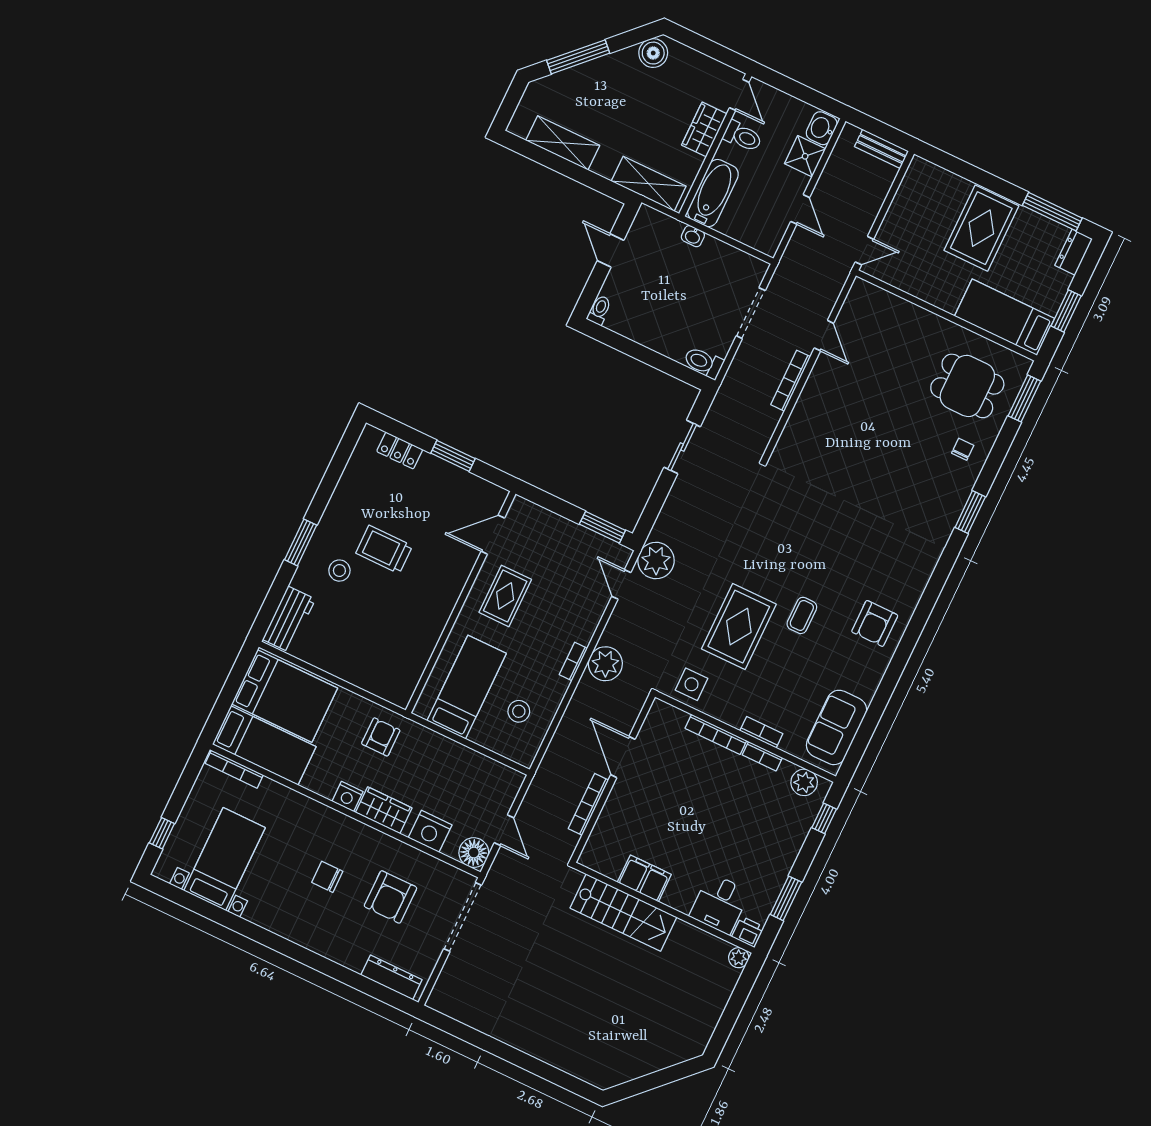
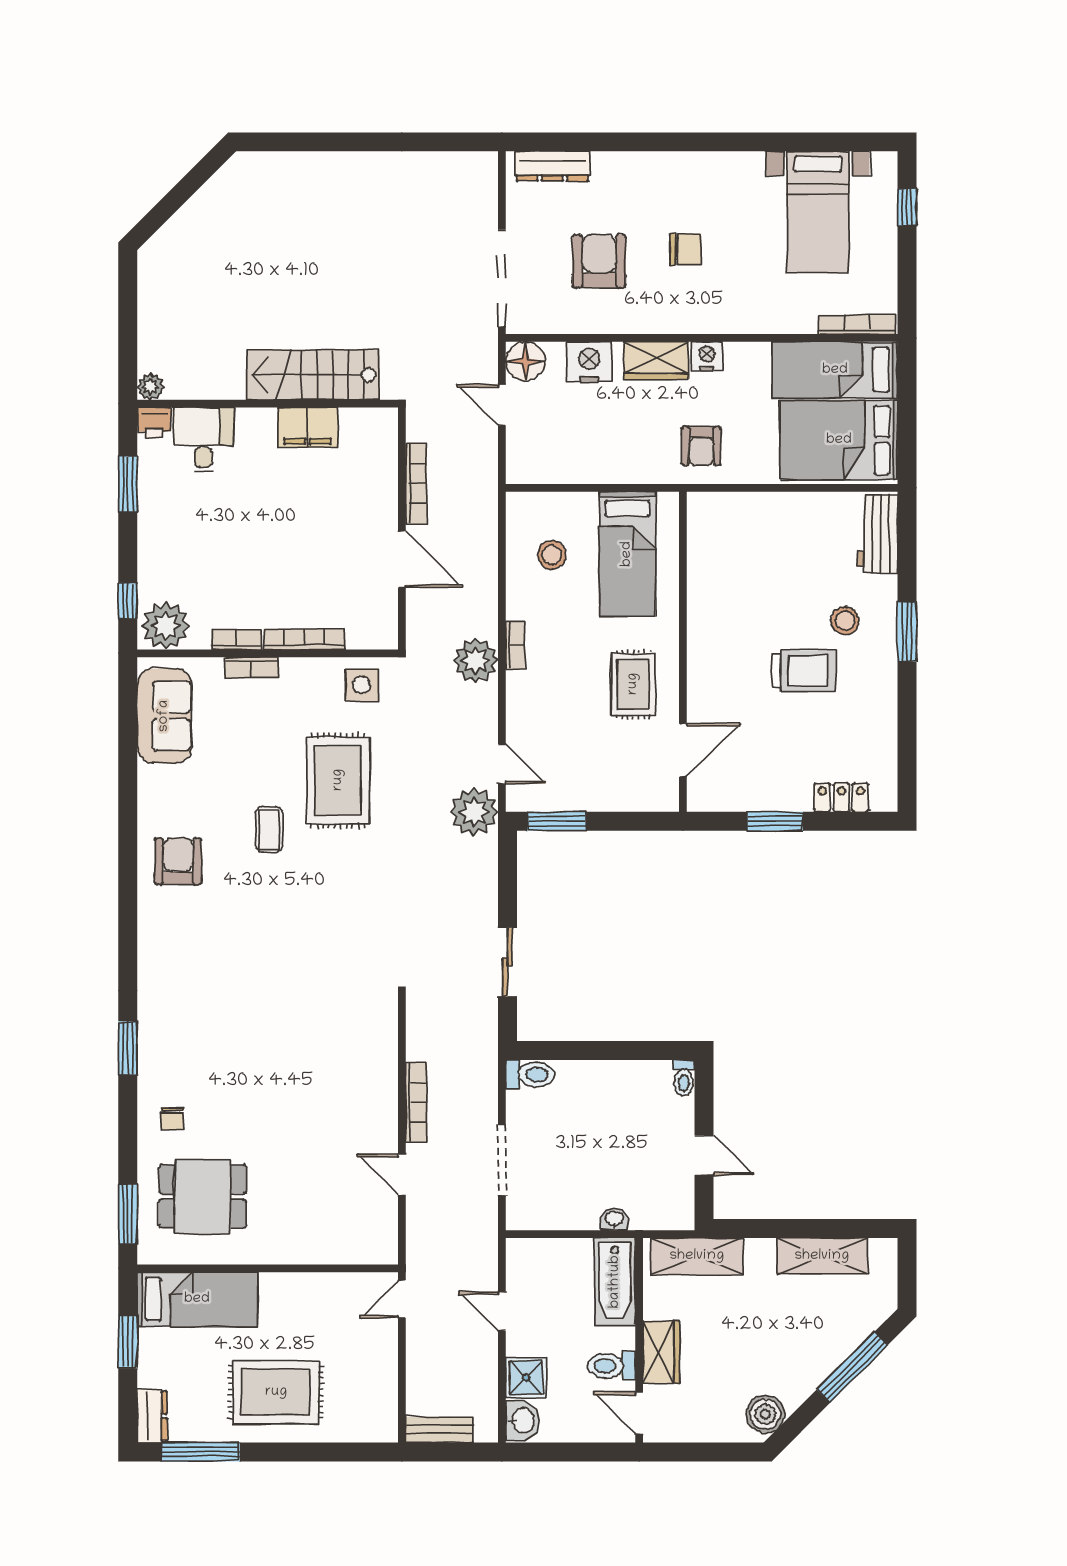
rug: (981, 228) -> (276, 1392), turned 90
plant: (804, 782) -> (166, 626), width x1.36, depth x1.36

